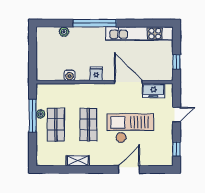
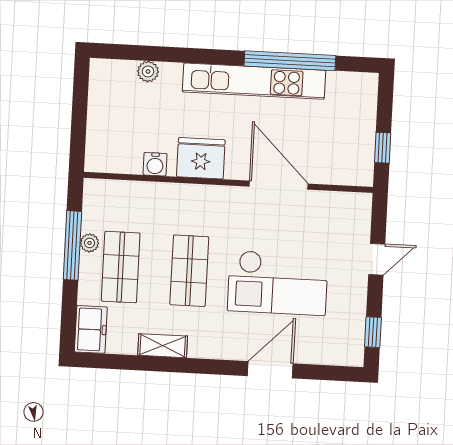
window: (95, 23) -> (290, 61), moved
kitchen unit: (139, 34) -> (254, 81), moved
fridge: (96, 74) -> (201, 158), width x1.88, depth x1.34
freezer: (153, 91) -> (91, 329), moved, turned -90
checkout: (130, 128) -> (278, 283), turned 180

